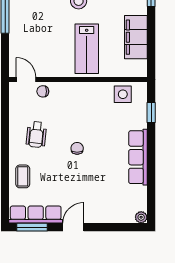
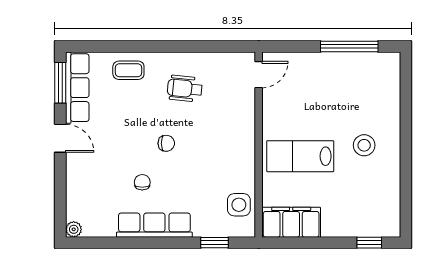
filing cabinet: (136, 37) -> (291, 222), moved
chair: (43, 91) -> (142, 182), moved

